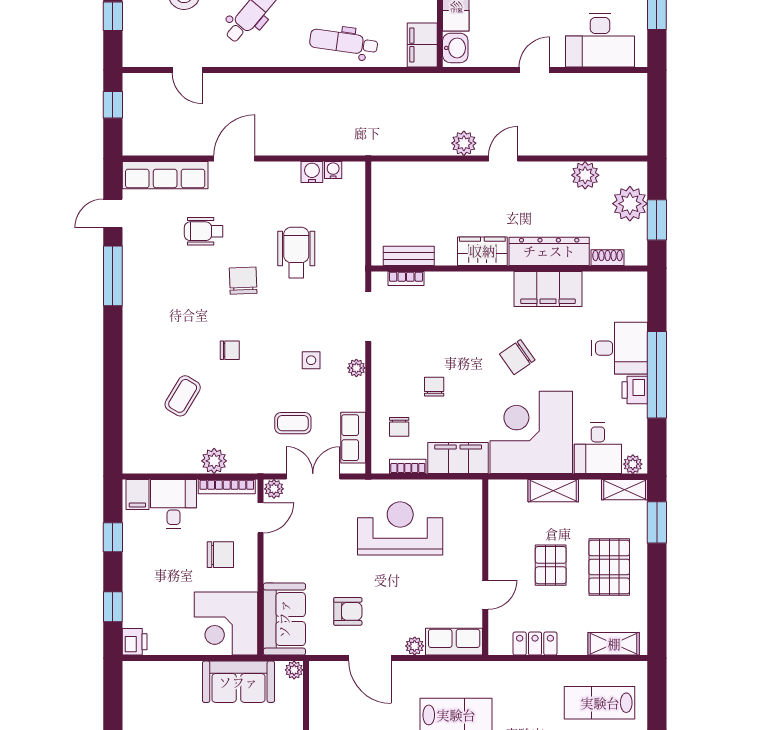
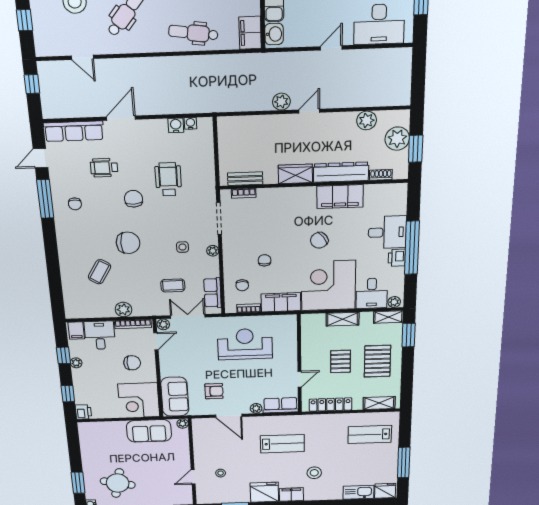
chair: (156, 285) -> (75, 204), added
chair: (230, 350) -> (128, 243), width x1.87, depth x1.87
plant: (132, 551) -> (76, 363), added
locker: (535, 644) -> (331, 405), width x1.53

